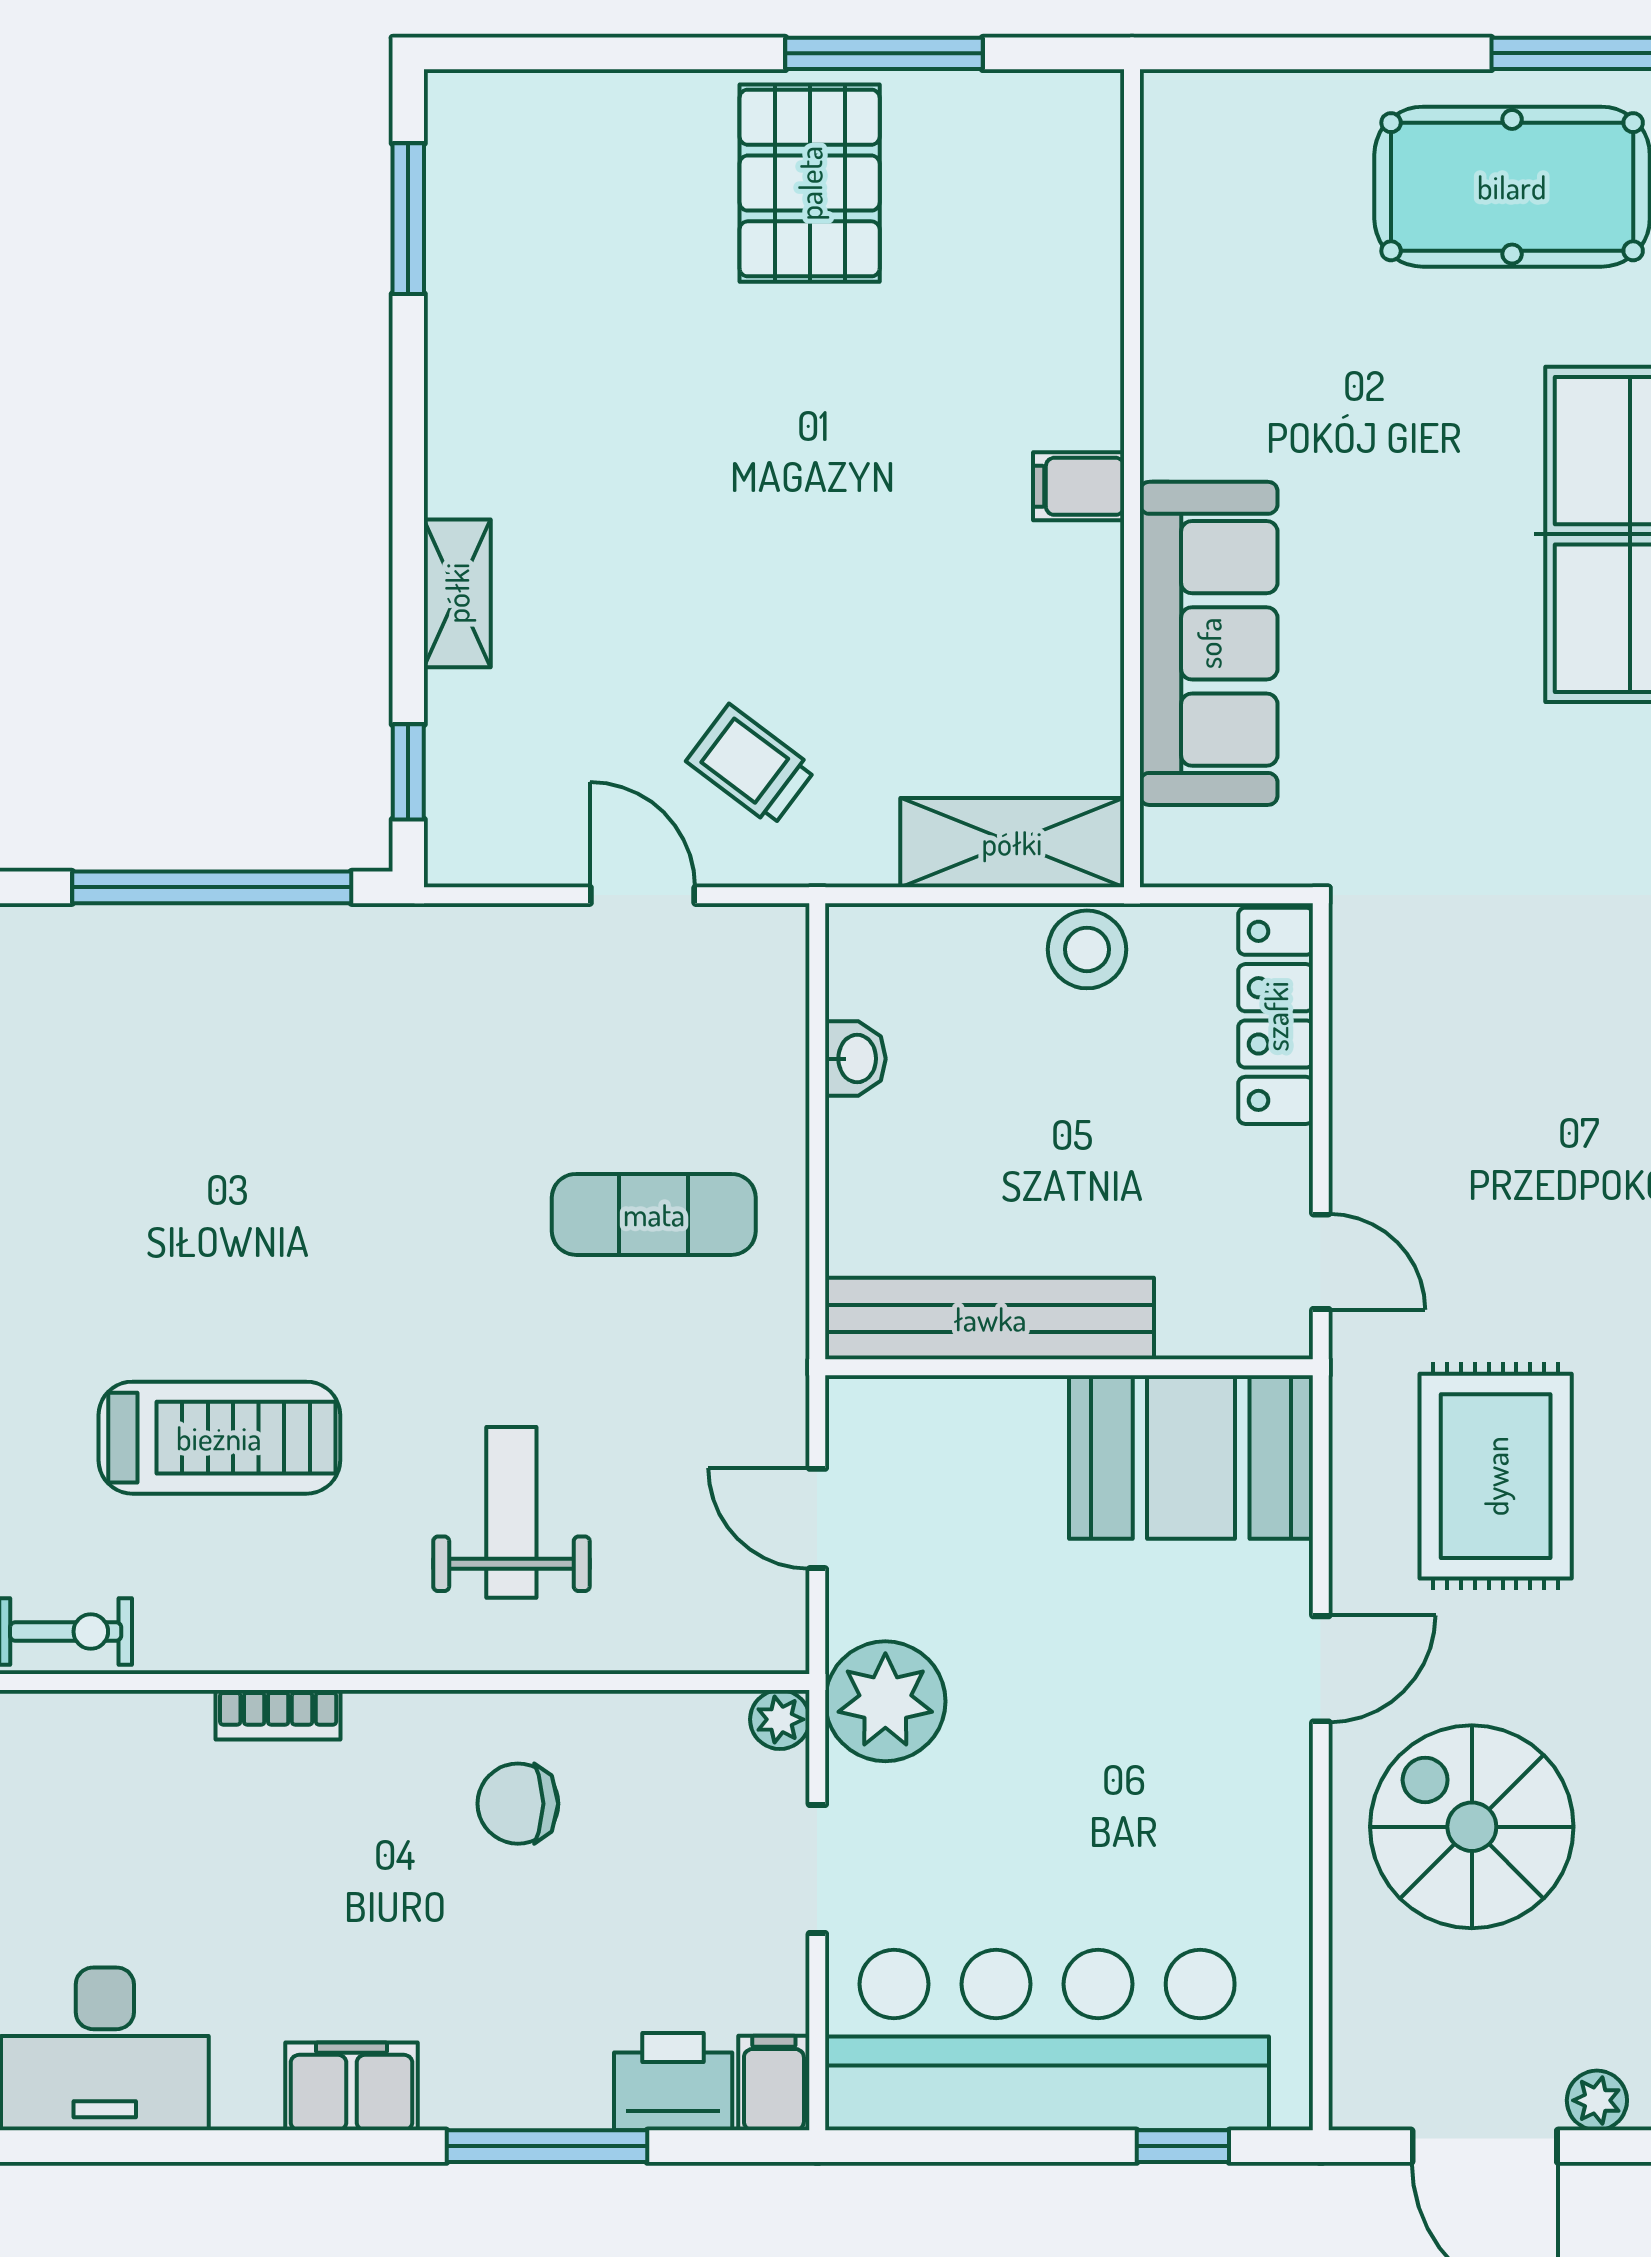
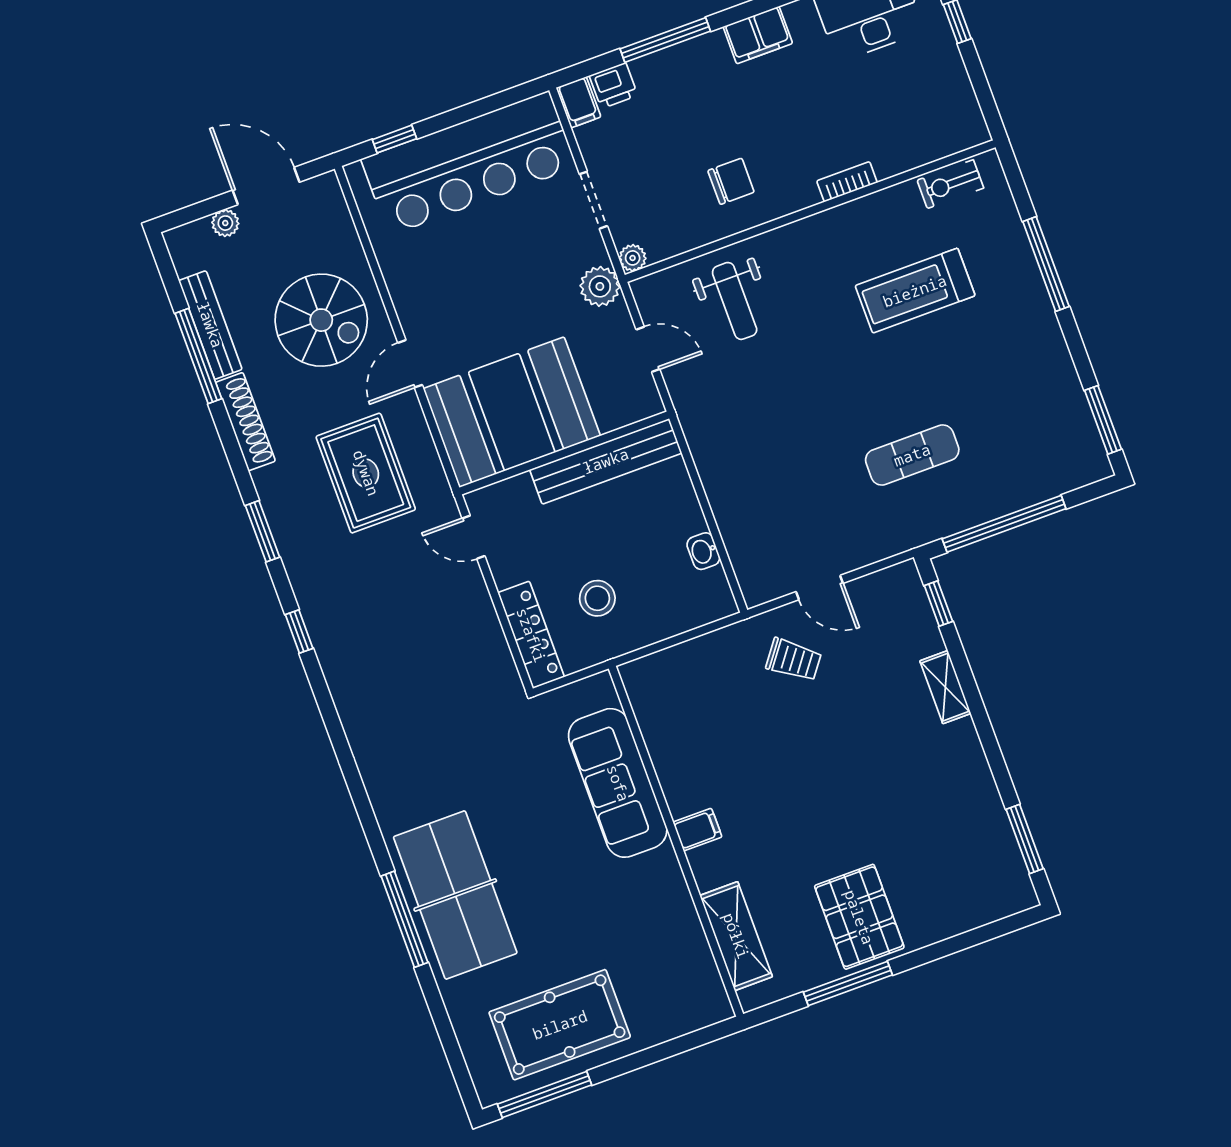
shelving: (1012, 843) -> (736, 936), moved, turned 90
stool: (1087, 949) -> (597, 598), moved
exercise mat: (654, 1214) -> (912, 455), moved
booth: (1191, 1457) -> (512, 412), width x1.36, depth x1.42
weight bench: (511, 1512) -> (735, 301), moved
plant: (885, 1701) -> (600, 286), width x0.73, depth x0.73
printer: (673, 2082) -> (613, 85), width x0.73, depth x0.81

